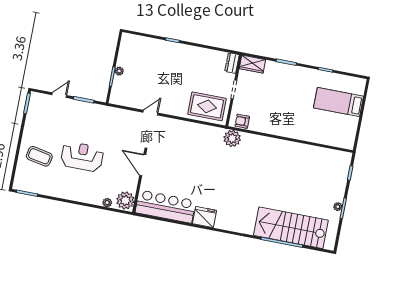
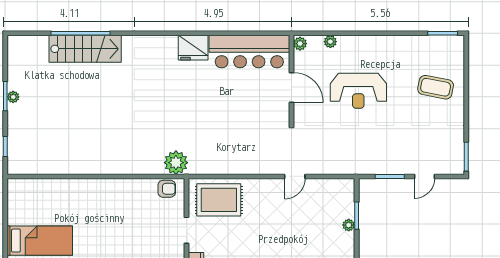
reception desk: (82, 157) -> (358, 91), moved
door: (143, 165) -> (291, 87), moved
plant: (125, 200) -> (300, 44), width x0.53, depth x0.53
stairs: (291, 228) -> (85, 49), width x0.73, depth x0.66

